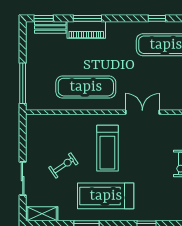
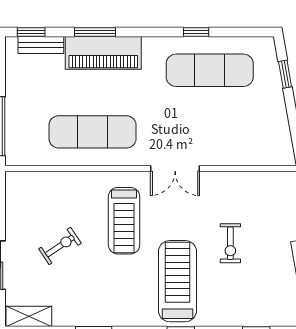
piano: (86, 30) -> (103, 53), width x1.37, depth x1.33
double door: (142, 112) -> (175, 168), swing flipped
treadmill: (106, 196) -> (177, 281), moved, turned 90

